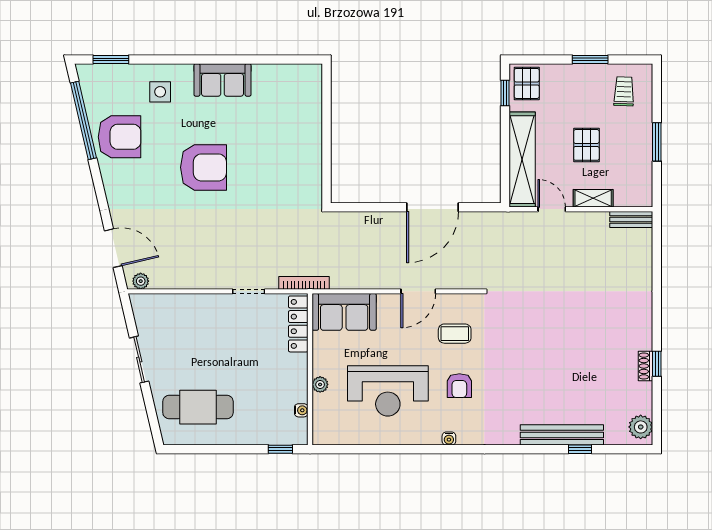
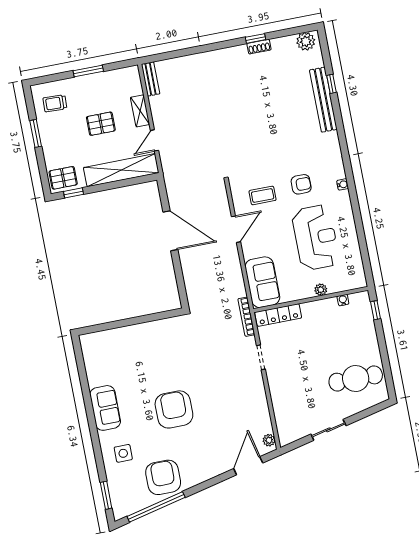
door: (418, 291) -> (236, 229), hinge flipped
coffee table: (455, 334) -> (263, 195), turned 90
cafe table: (198, 407) -> (356, 379), turned 90

